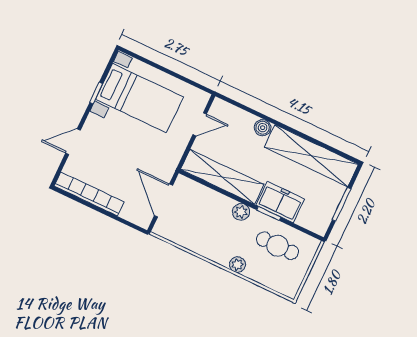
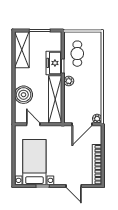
boiler: (263, 128) -> (24, 95), width x1.86, depth x1.86
shelving: (311, 156) -> (22, 50), width x0.68
plant: (237, 265) -> (97, 119), moved

